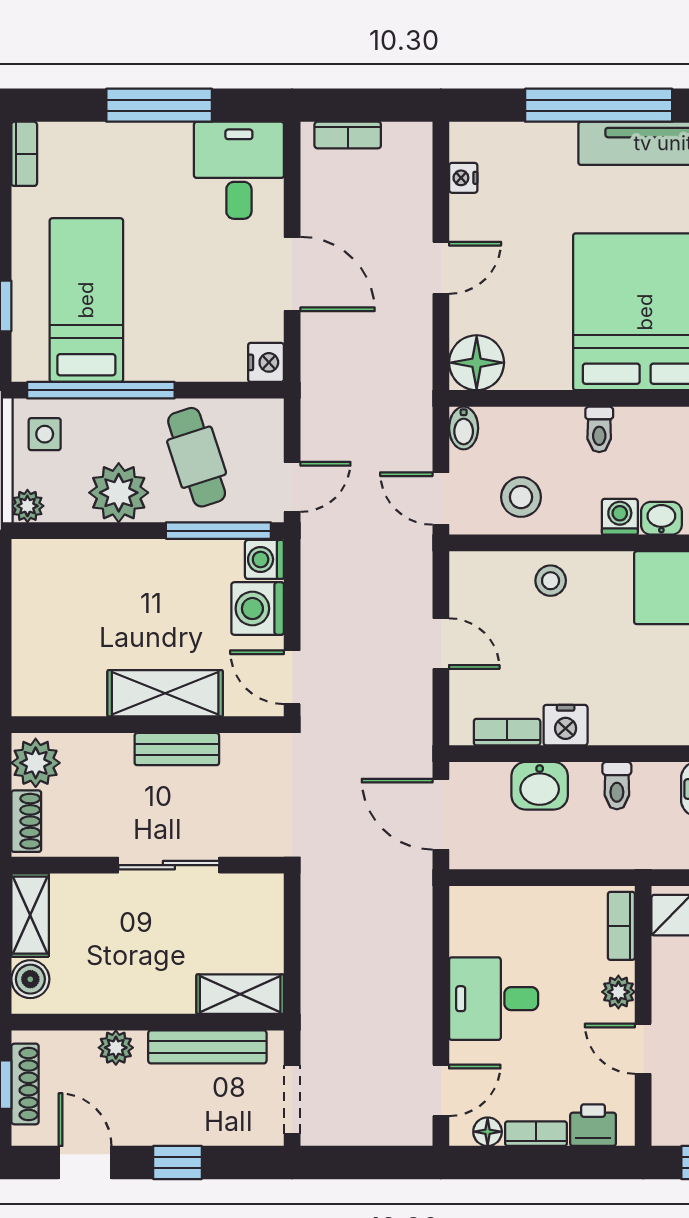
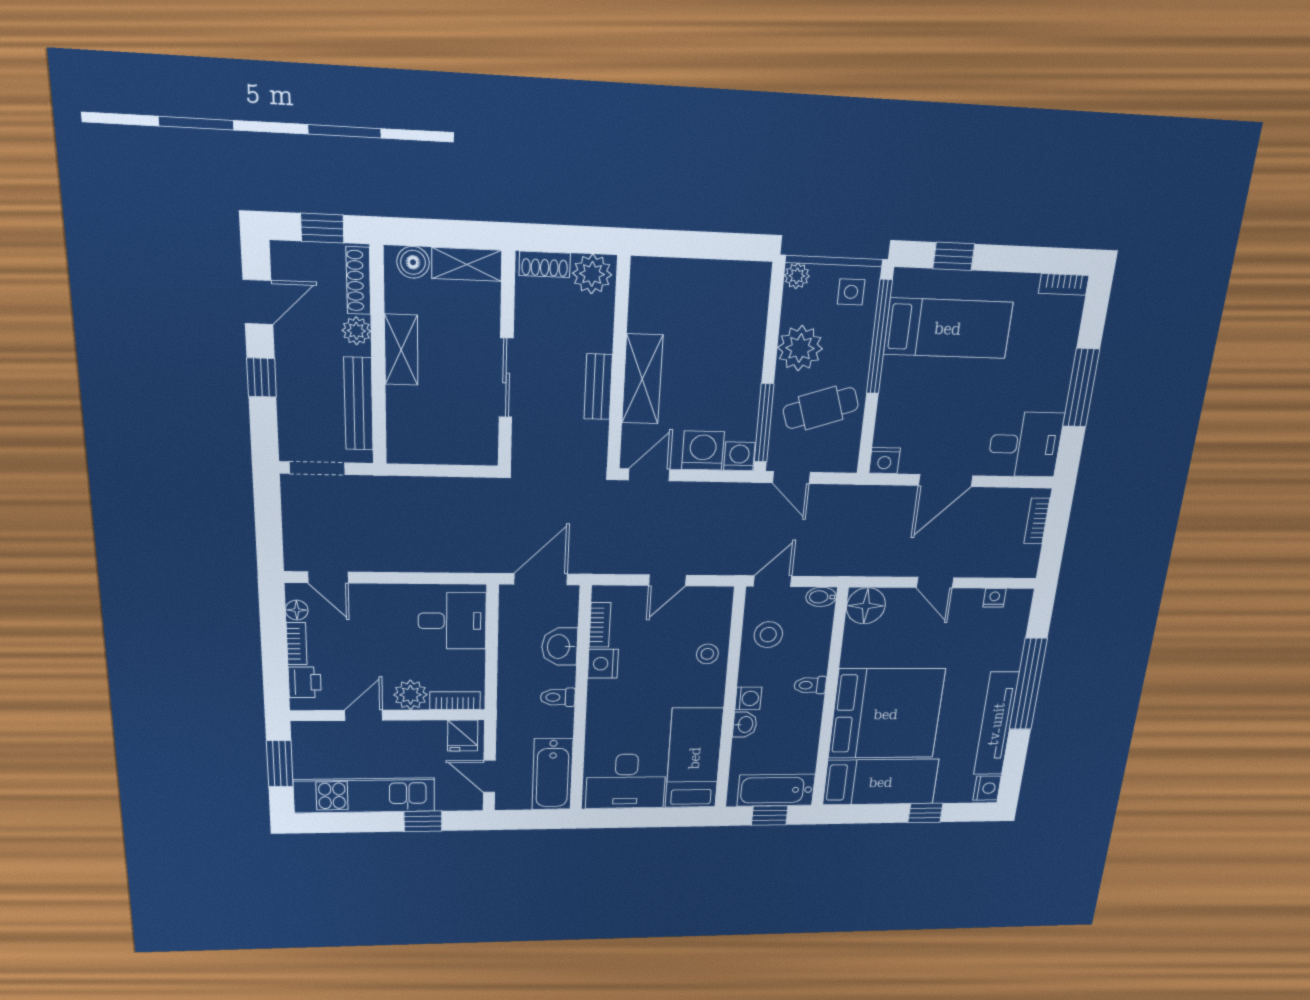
plant: (618, 992) -> (410, 695), width x1.38, depth x1.38
shelving: (240, 994) -> (401, 350), moved
desk: (494, 999) -> (452, 621), moved, turned 90
shoe rack: (25, 1084) -> (358, 281), moved, turned 90

